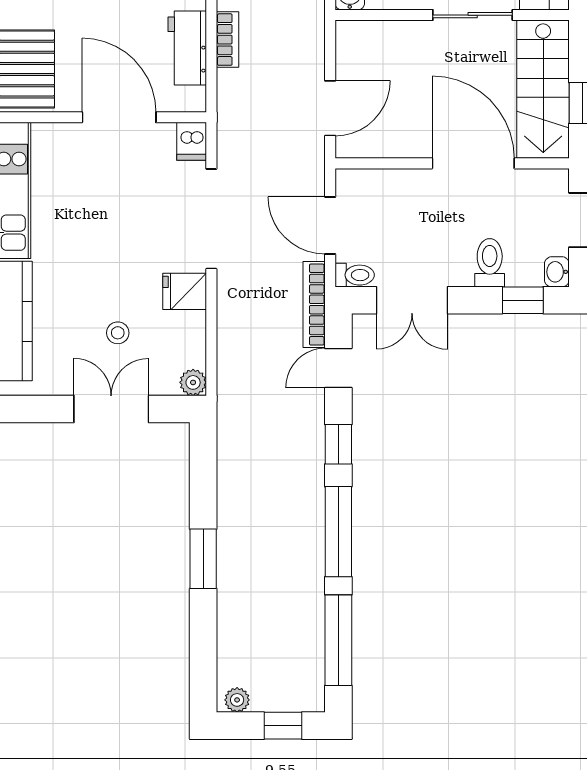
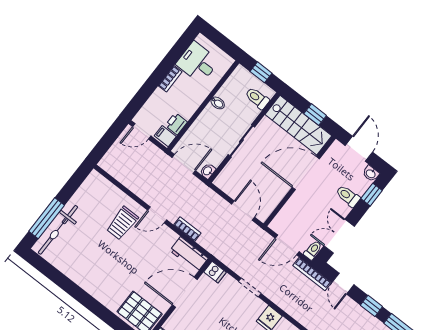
sliding door: (473, 15) -> (241, 141), moved
workbench: (187, 48) -> (189, 254), moved
doorway: (211, 219) -> (250, 287), width x0.53
double door: (412, 300) -> (339, 236), swing flipped

